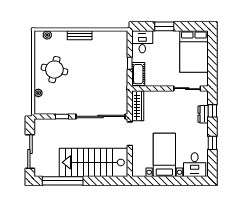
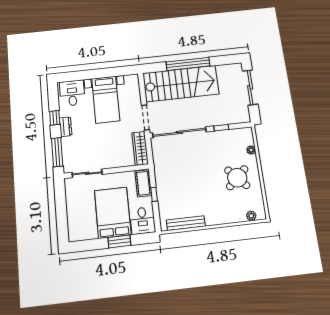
bench: (80, 35) -> (186, 223), moved, width x1.36
bed: (194, 52) -> (113, 213), moved
round table: (54, 70) -> (237, 178), turned 35
window: (212, 111) -> (57, 152), width x2.17
dresser: (203, 114) -> (66, 127), moved
window: (63, 181) -> (188, 64), moved

